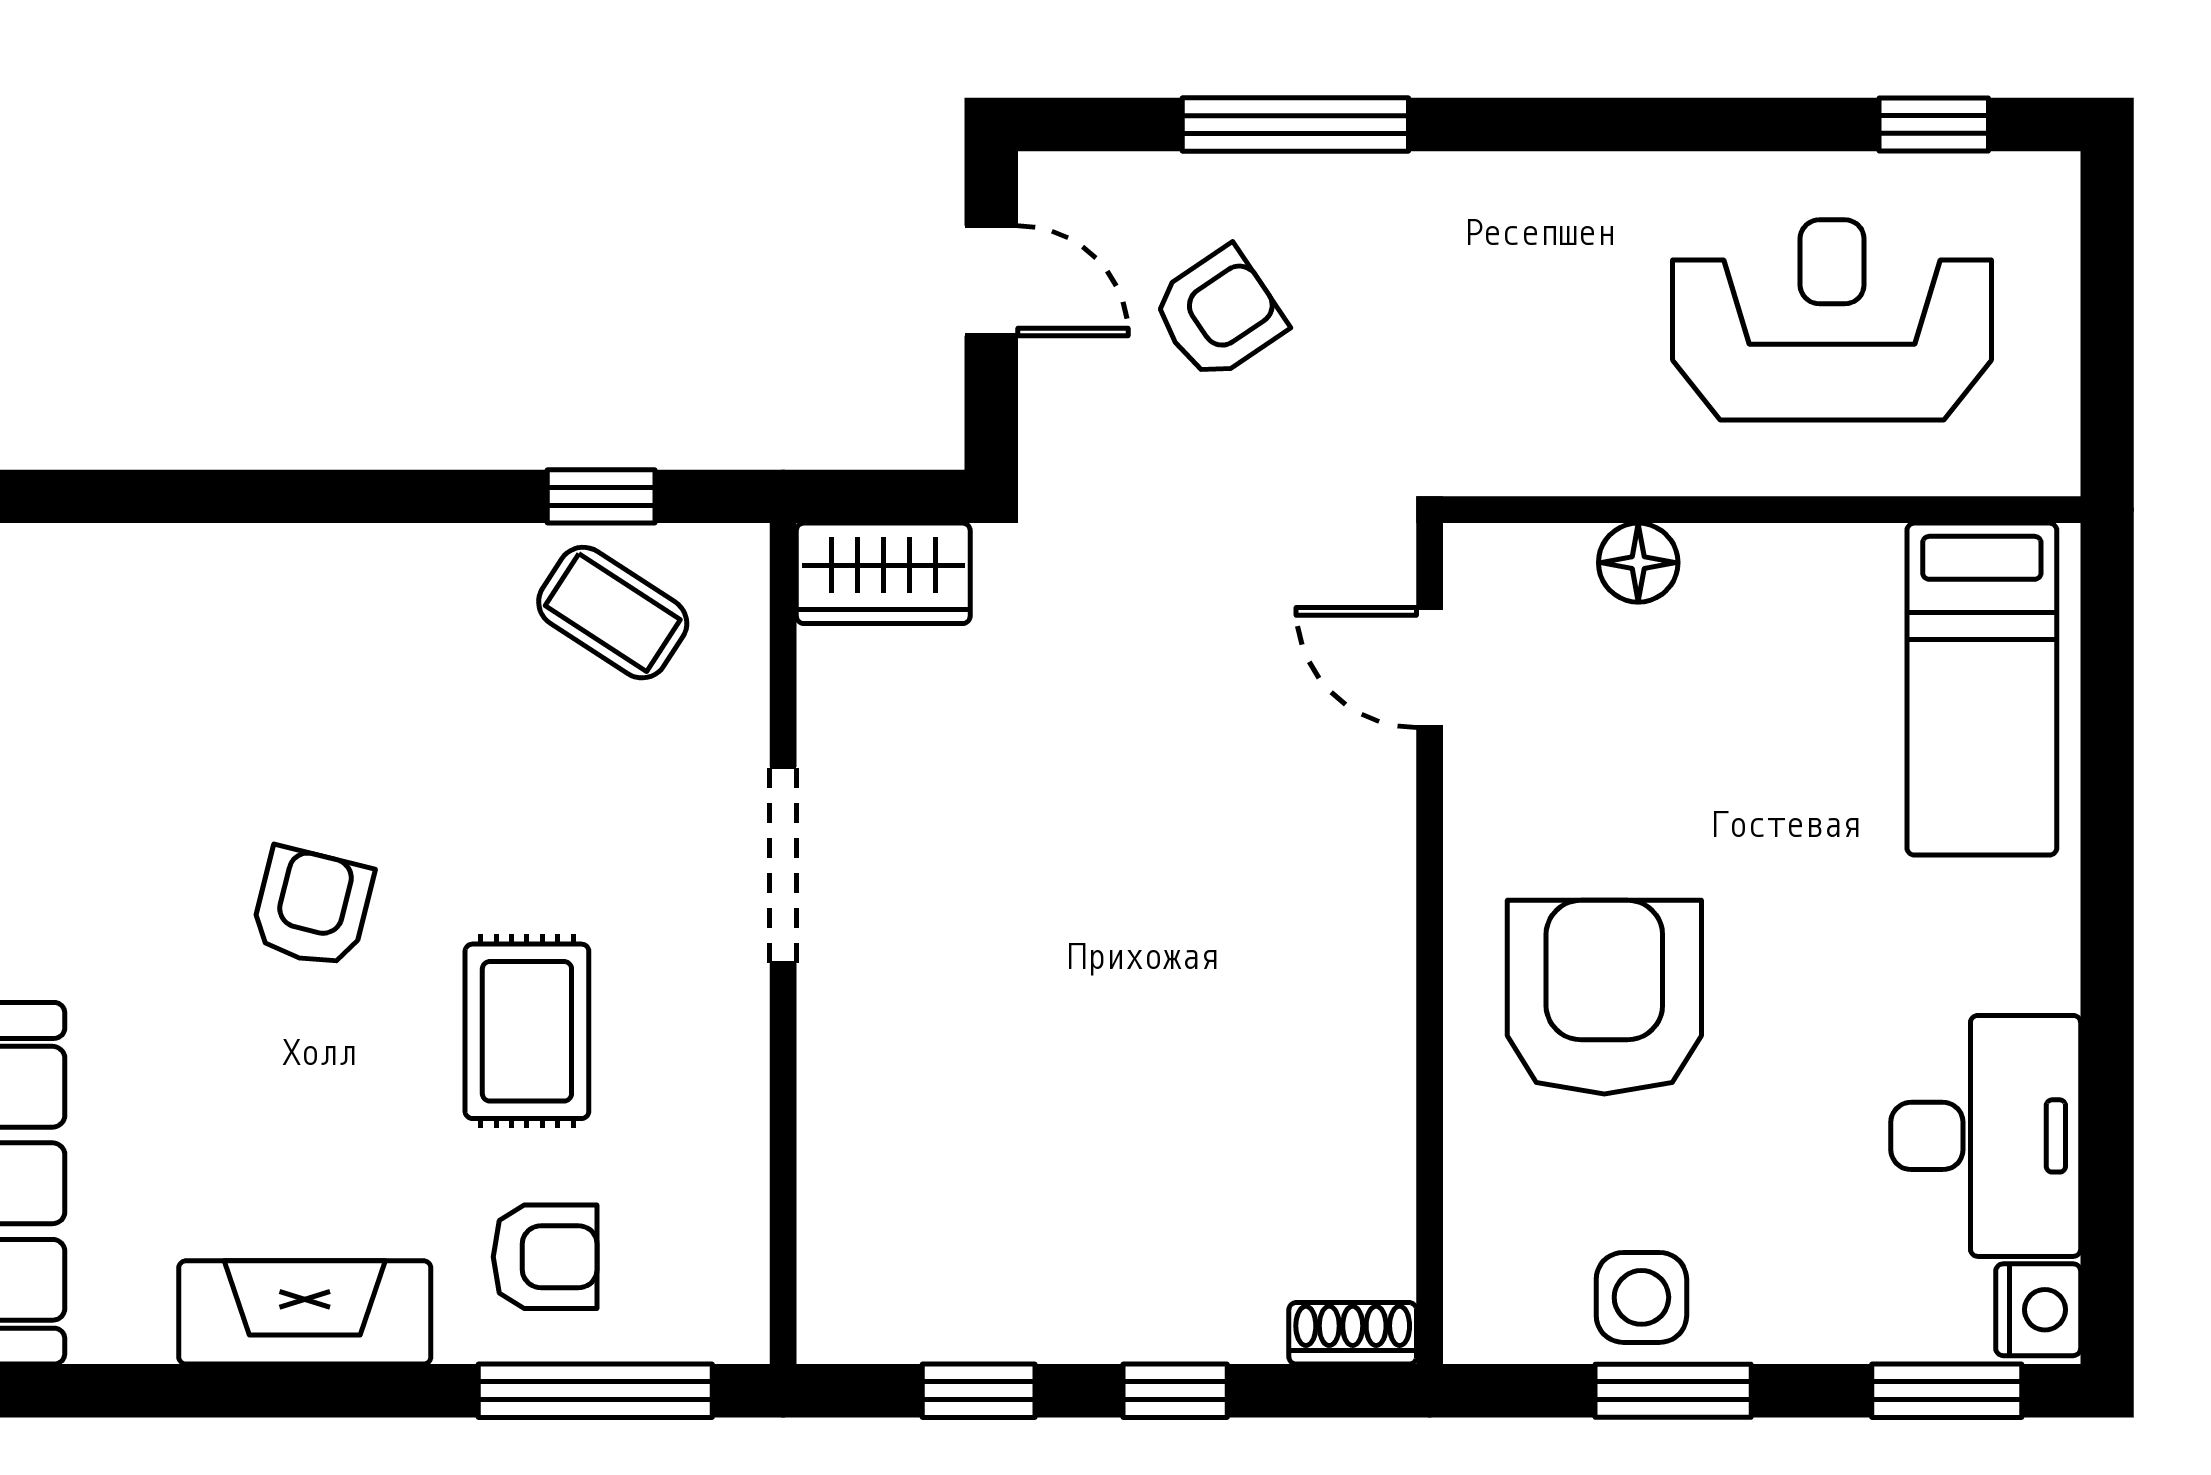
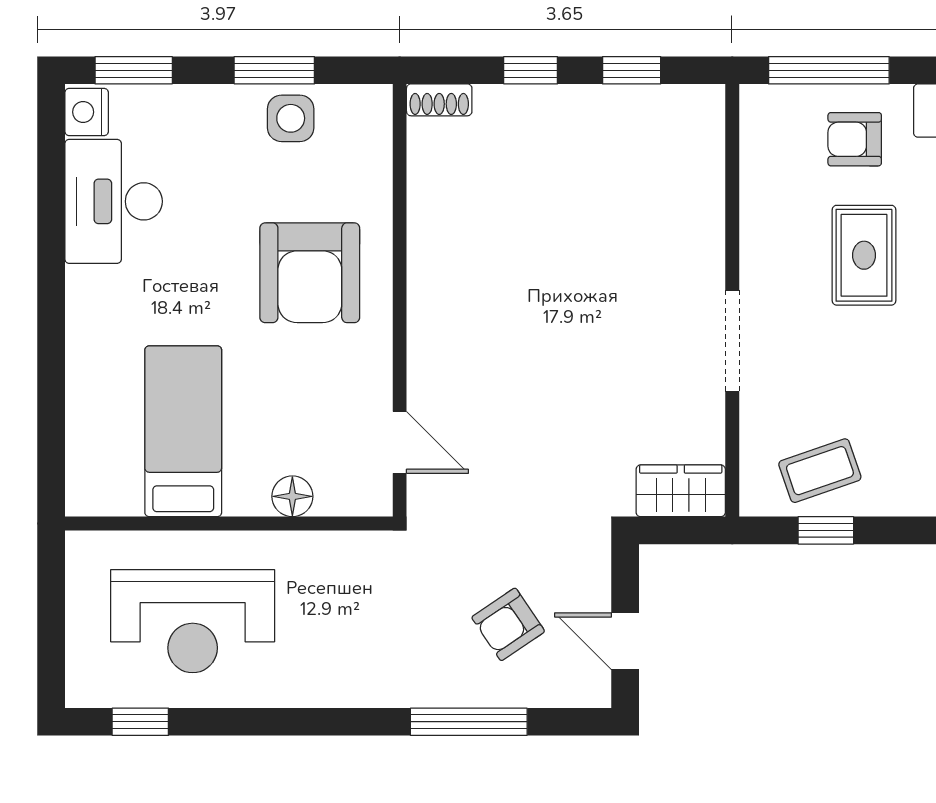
coffee table: (613, 613) -> (820, 471), turned -52
bed: (1982, 689) -> (183, 431), moved

